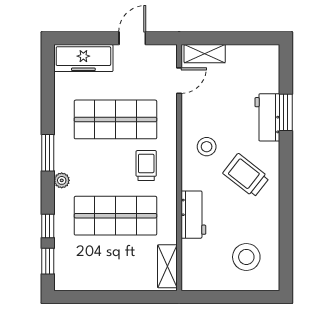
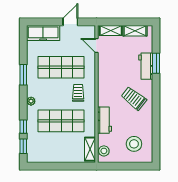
shelving: (248, 54) -> (135, 31), added
door: (179, 81) -> (96, 46), swing flipped
stool: (207, 147) -> (104, 151), moved
window: (48, 153) -> (23, 75), moved

